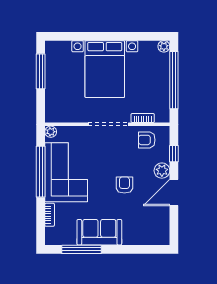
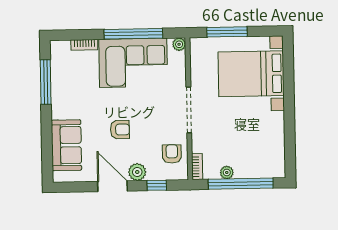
plant: (164, 46) -> (227, 172), moved
bed with nightstands: (105, 69) -> (251, 74), moved
window: (41, 71) -> (227, 32), moved
bookcase: (143, 118) -> (197, 167), moved
sofa: (99, 232) -> (66, 145), moved

